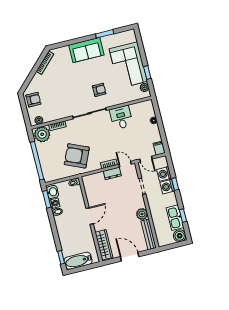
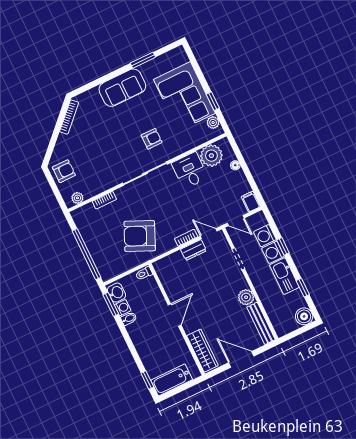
plant: (42, 134) -> (211, 156), moved
kitchen sink: (175, 218) -> (284, 276), moved

